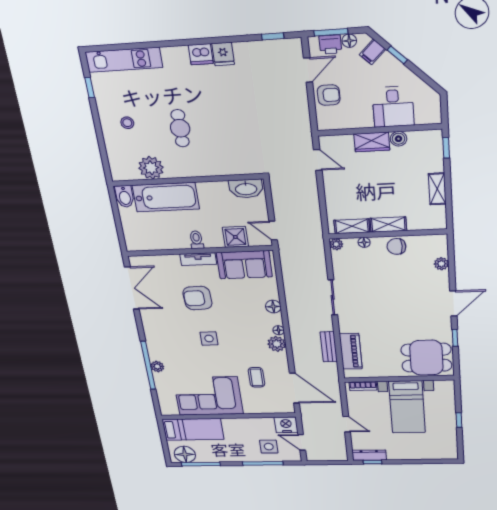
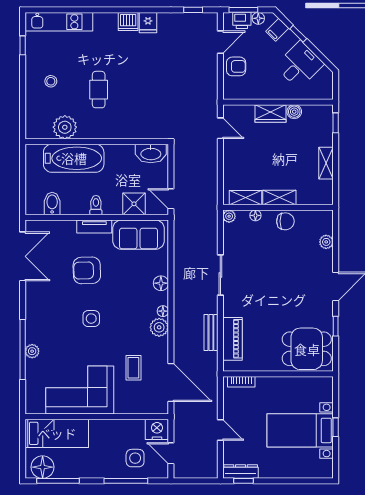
desk: (393, 107) -> (300, 65), moved, turned -135
bidet: (125, 196) -> (52, 204), moved, turned 180
chair: (396, 246) -> (285, 221), turned 180
bed with nightstands: (407, 407) -> (300, 430), moved, turned 90

